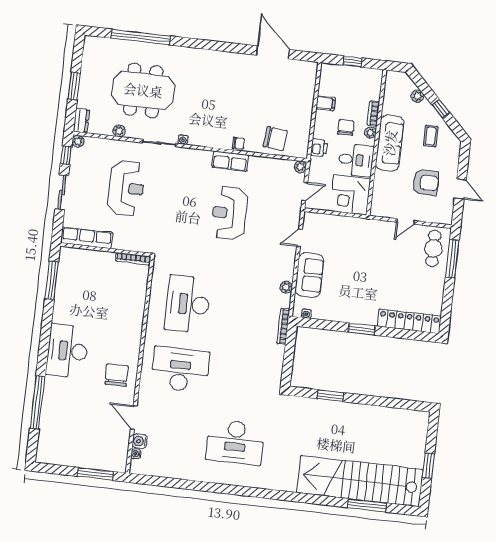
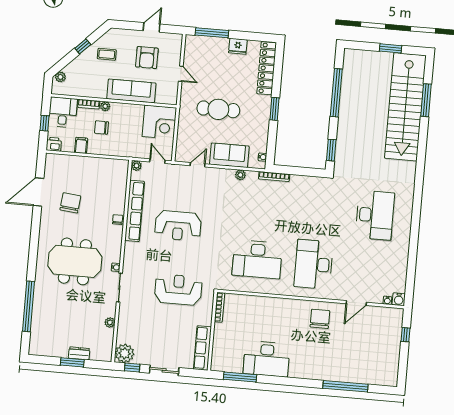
meeting table: (143, 90) -> (75, 261), moved, turned 90
plant: (417, 96) -> (60, 77), moved
dresser: (81, 121) -> (79, 353), moved
chair: (275, 139) -> (70, 203), moved
plant: (78, 141) -> (125, 353), width x1.88, depth x1.88
sofa: (390, 143) -> (131, 91), moved
printer: (319, 148) -> (54, 144), moved
desk: (356, 160) -> (63, 112), moved
row of seats: (230, 161) -> (135, 211), width x2.02
armchair: (426, 183) -> (147, 58), turned 180
reception desk: (126, 188) -> (178, 290), moved
door: (300, 238) -> (198, 165), swing flipped
cafe table: (433, 248) -> (218, 109), moved, width x1.37, depth x1.35
fridge: (436, 289) -> (238, 46), added
desk: (67, 351) -> (267, 359), moved
chair: (117, 375) -> (320, 319), turned 90
window: (330, 396) -> (331, 150), moved
window: (379, 401) -> (336, 93), added
water cooler: (140, 441) -> (399, 299), moved
window: (95, 474) -> (406, 335), width x0.46

